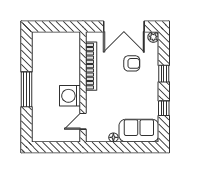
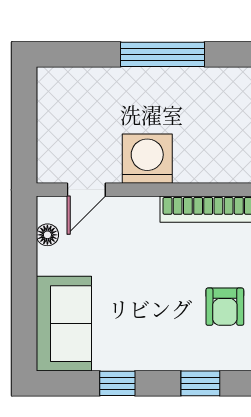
door: (83, 121) -> (86, 190), swing flipped
floor lamp: (113, 137) -> (47, 235), moved

